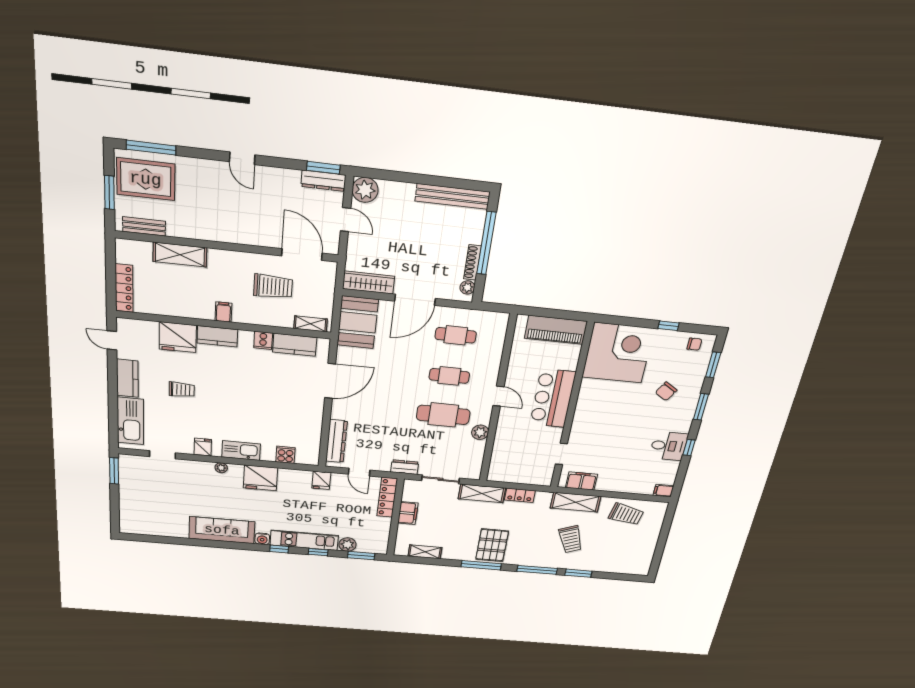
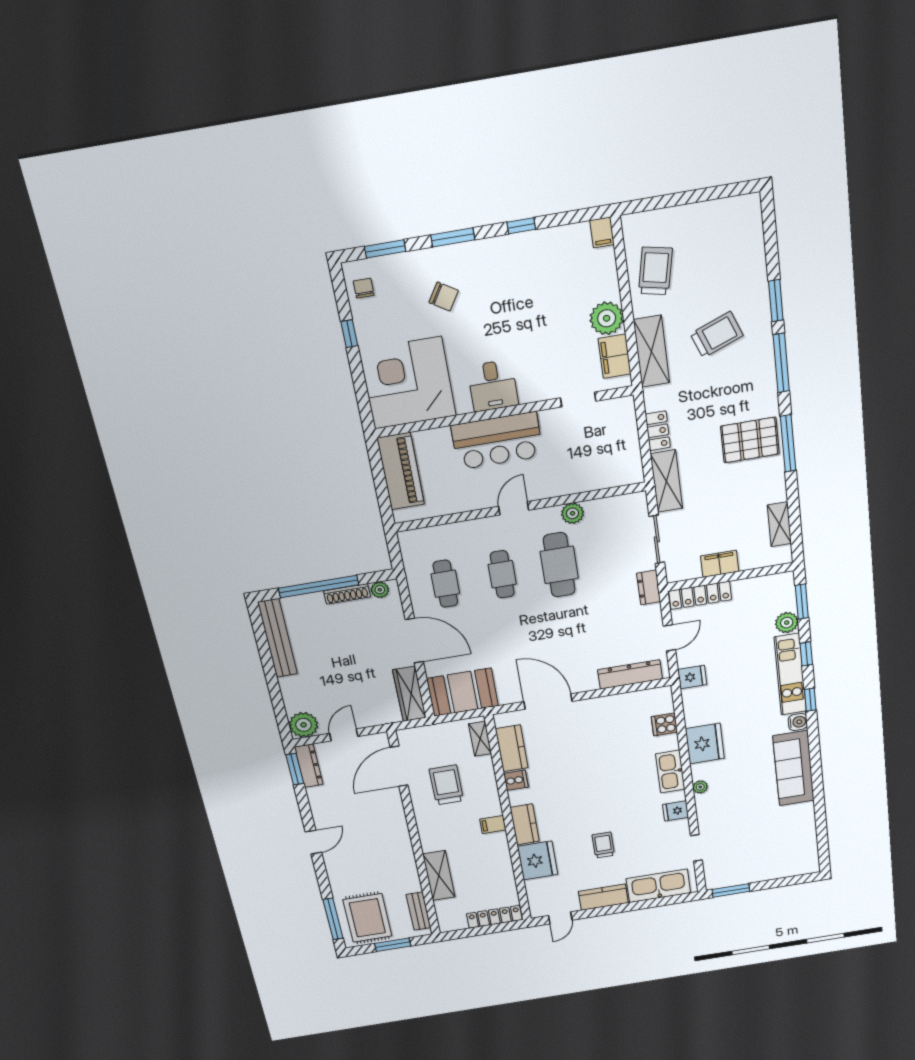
desk: (669, 446) -> (493, 386), moved, turned 180
plant: (608, 482) -> (607, 318), added

